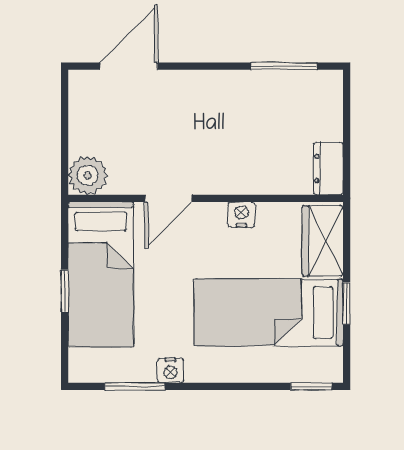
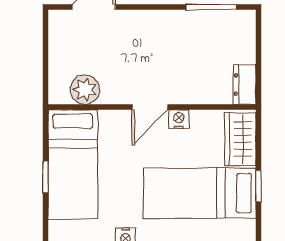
plant: (88, 175) -> (85, 90), moved
door: (168, 198) -> (150, 107), moved

